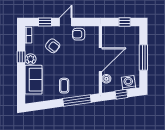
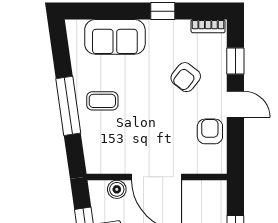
plant: (31, 59) -> (158, 31), removed
window: (77, 100) -> (68, 106), moved

